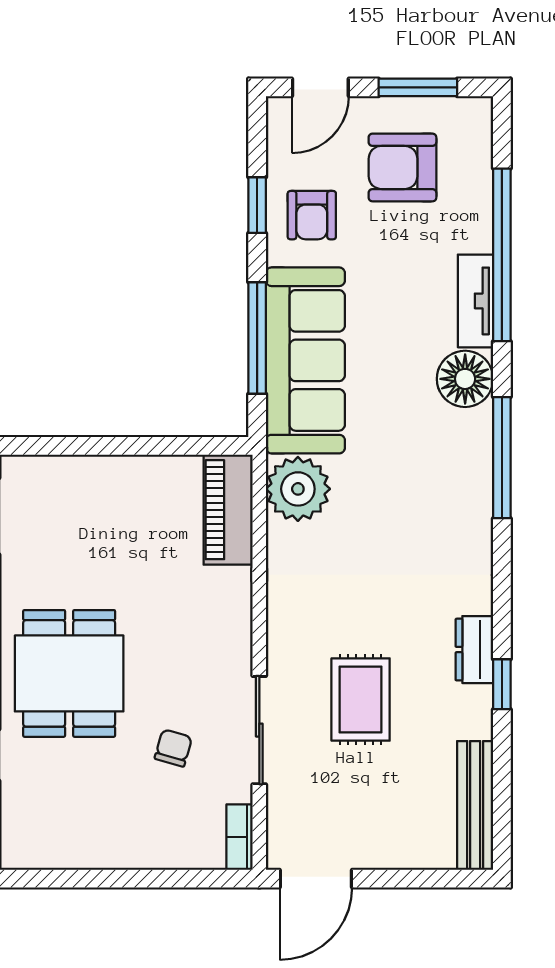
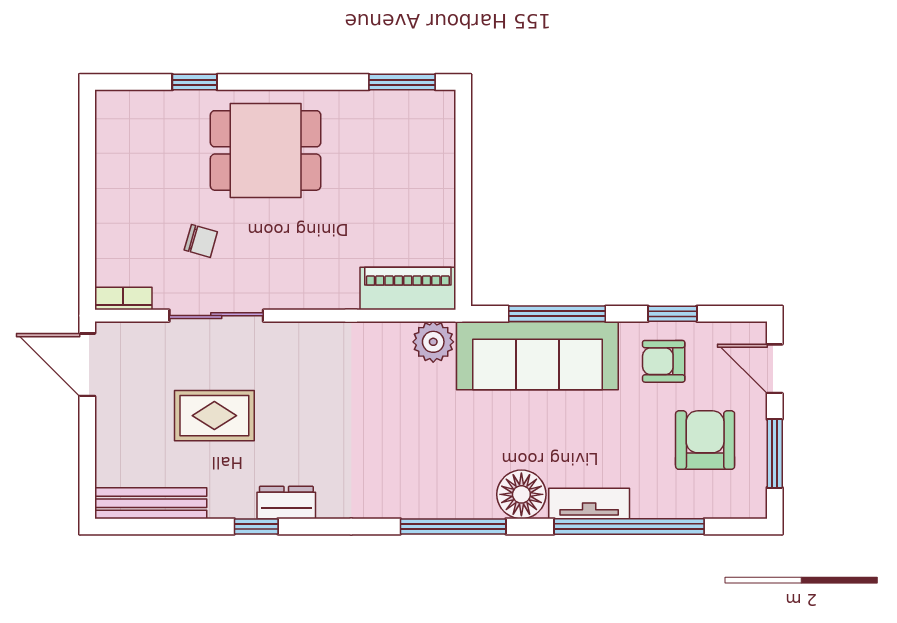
plant: (298, 489) -> (433, 342), width x0.73, depth x0.73
rug: (361, 700) -> (214, 416), moved

